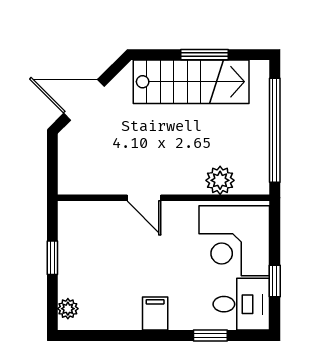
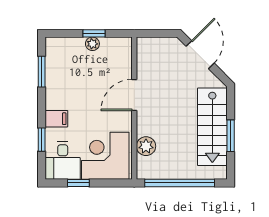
door: (144, 198) -> (134, 95), width x1.38
plant: (68, 309) -> (92, 44), moved
filing cabinet: (155, 314) -> (56, 119), moved
window: (109, 335) -> (42, 72), added

